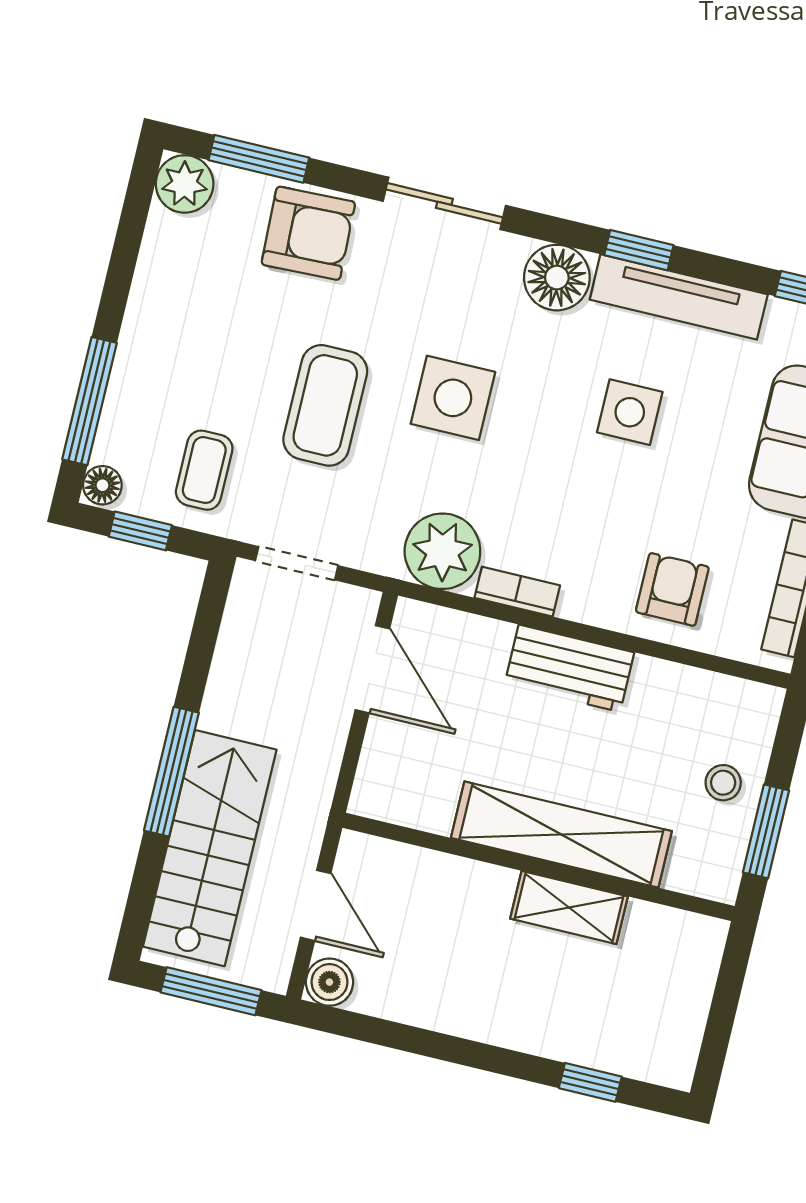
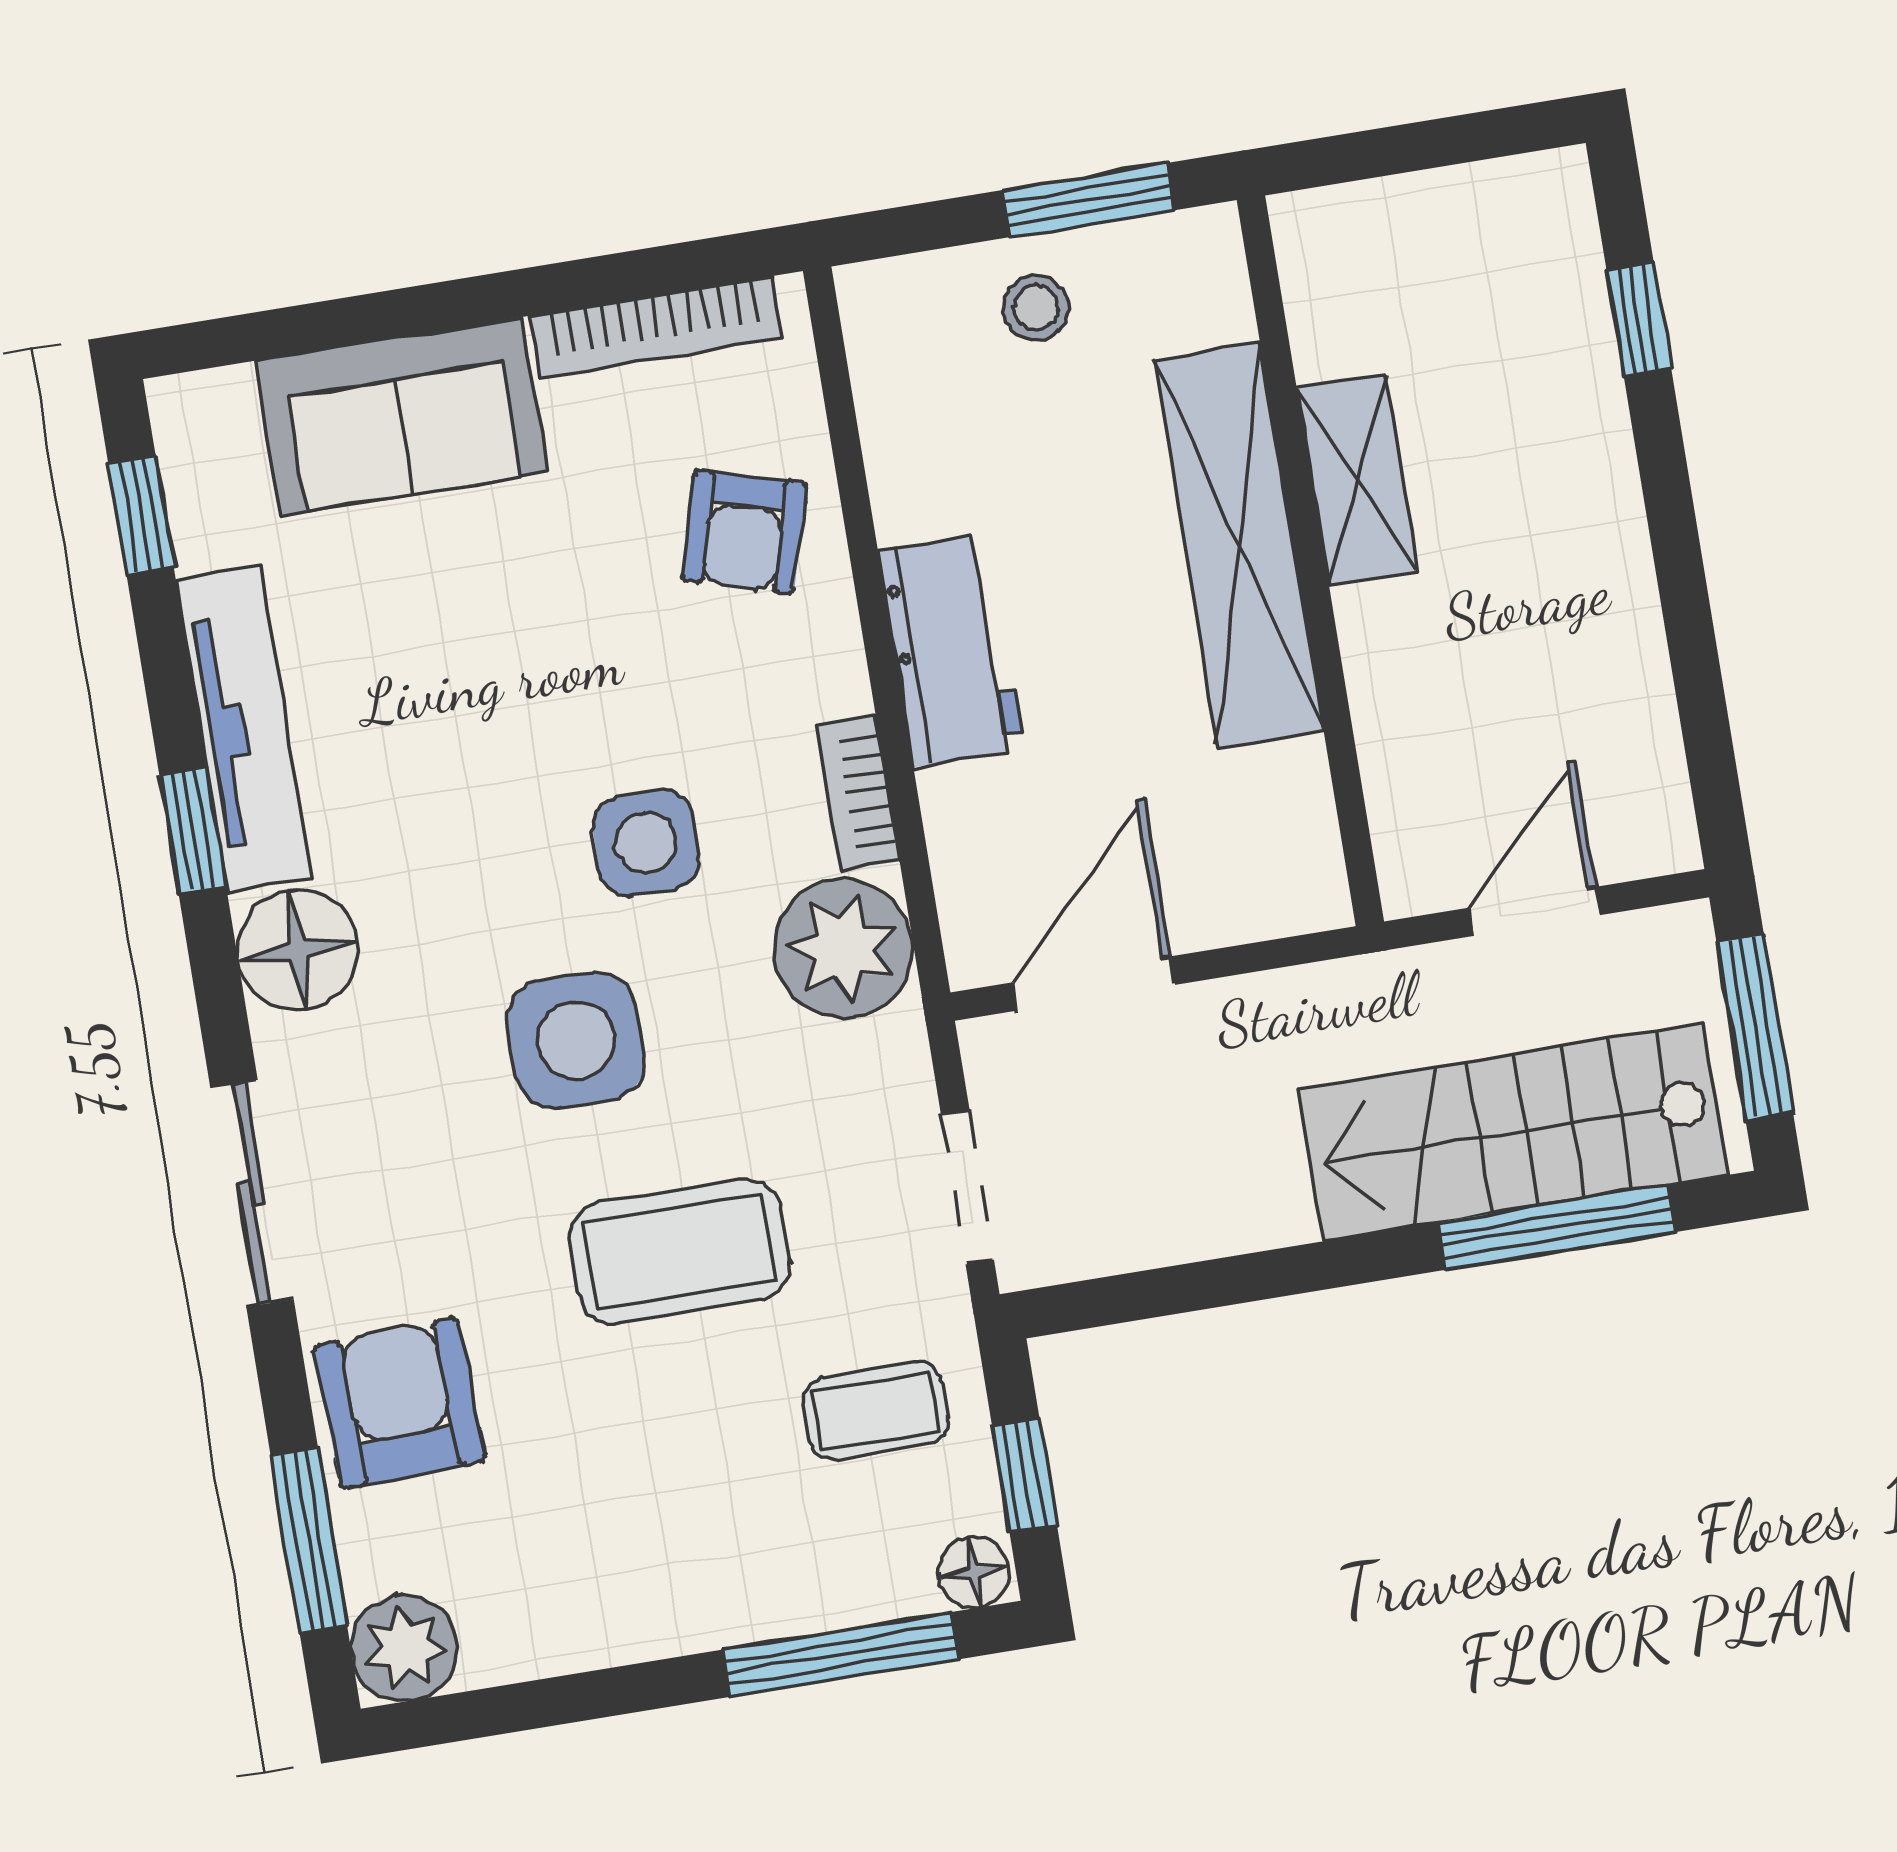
side table: (630, 412) -> (646, 843), moved
armchair: (672, 589) -> (744, 532), turned -74
window: (171, 772) -> (1557, 1227), moved
boiler: (329, 982) -> (1655, 833), removed

